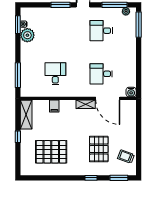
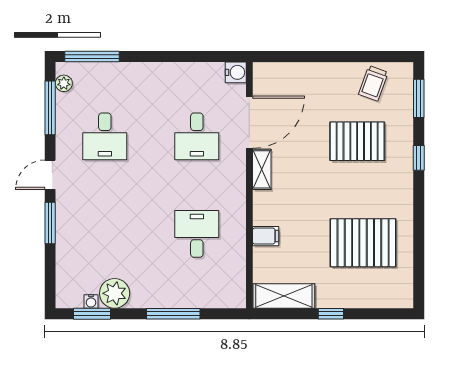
desk: (55, 74) -> (197, 234), turned 90
window: (18, 75) -> (173, 314), moved
pallet: (51, 152) -> (363, 243), turned 90

